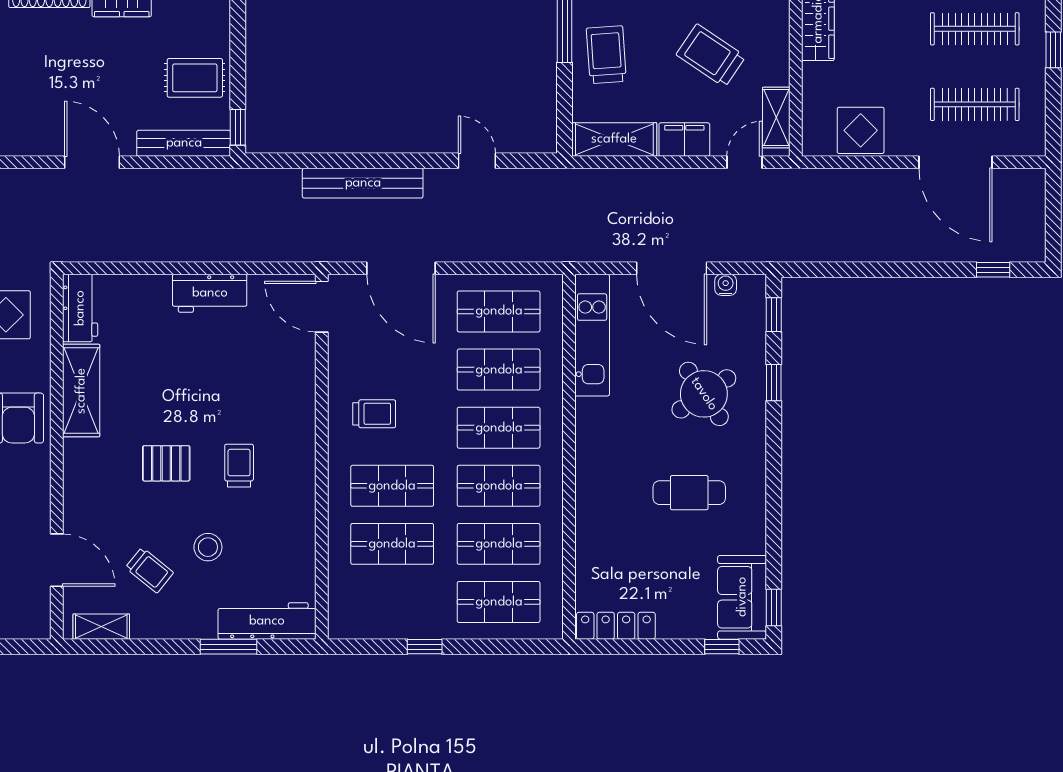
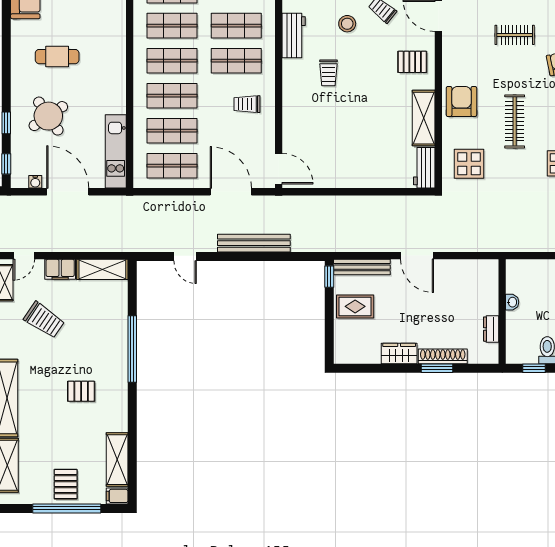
trolley: (606, 55) -> (107, 320), removed
workbench: (210, 293) -> (294, 35), moved, turned 90
pallet: (166, 463) -> (412, 62), moved

